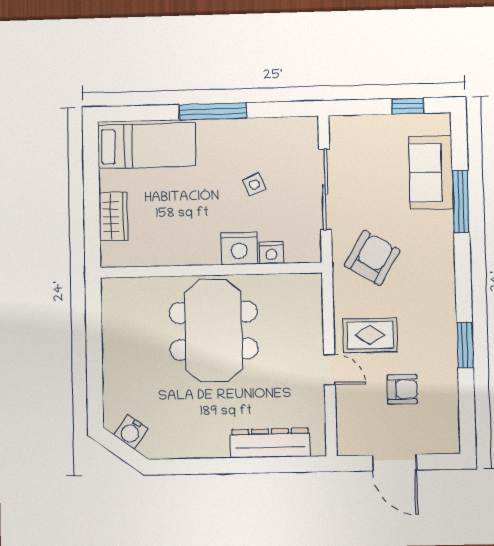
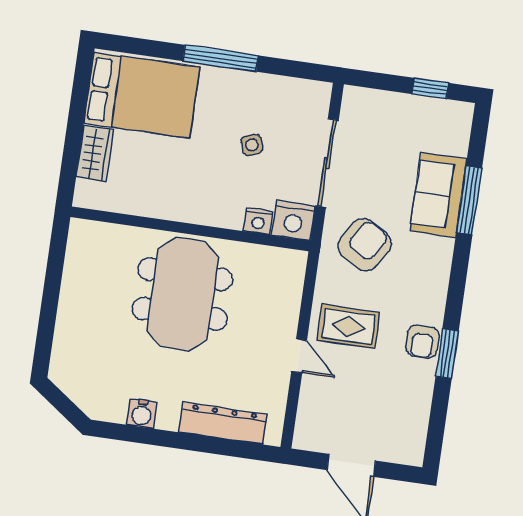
bed: (147, 146) -> (142, 95), width x1.50
sofa: (431, 173) -> (438, 195), moved
nightstand: (239, 248) -> (293, 220), moved
armchair: (402, 389) -> (422, 342), moved, turned 90
water cooler: (131, 432) -> (142, 413), moved, turned -36

